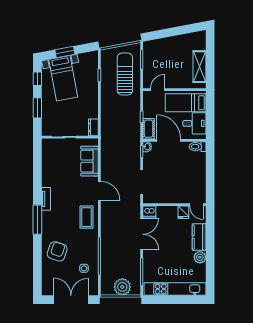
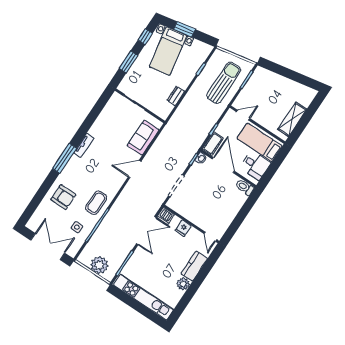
dresser: (93, 127) -> (176, 96), moved
door: (99, 191) -> (135, 169), swing flipped
fridge: (183, 212) -> (183, 228), moved
coffee table: (87, 217) -> (96, 203), moved
armchair: (57, 251) -> (63, 197), turned 72

